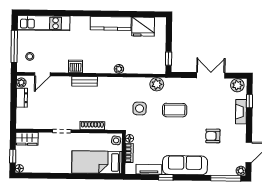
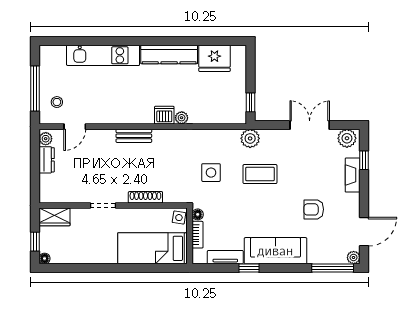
kitchen unit: (44, 23) -> (103, 55), moved
dishwasher: (75, 66) -> (164, 115), moved
plant: (157, 84) -> (250, 138), moved

